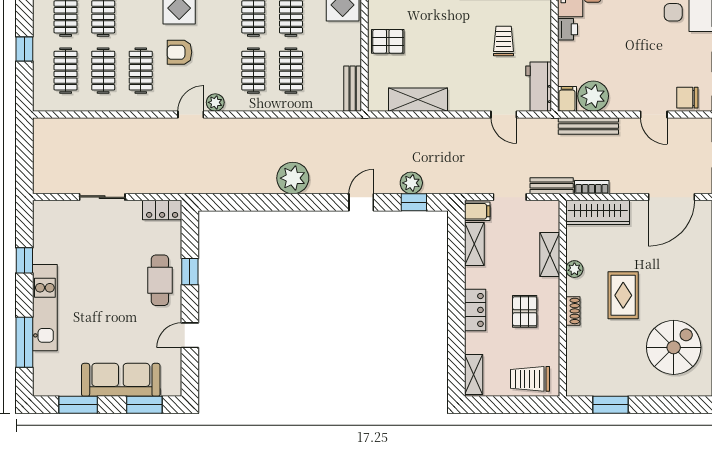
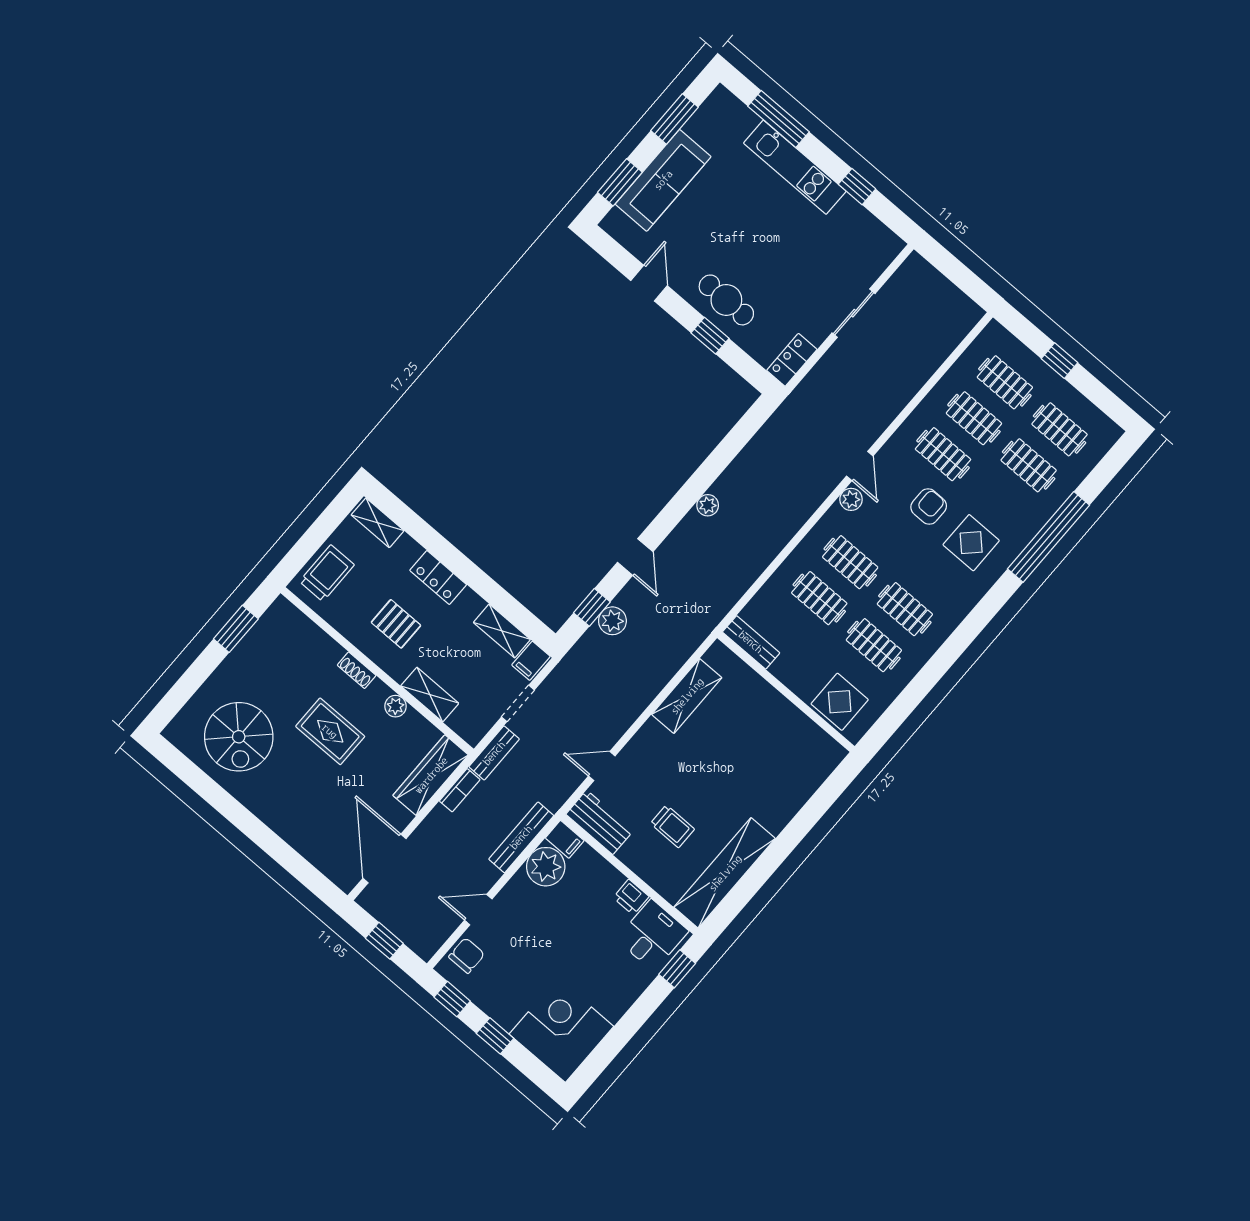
pallet: (388, 41) -> (767, 715), removed
plant: (293, 178) -> (708, 505), width x0.53, depth x0.53

